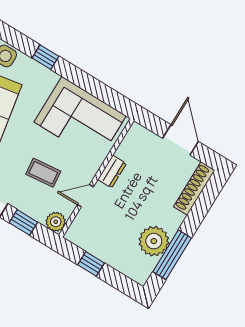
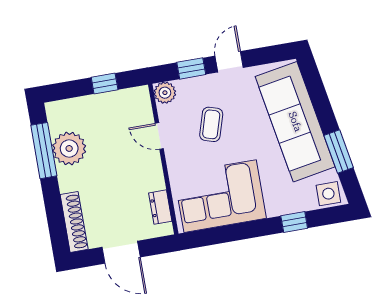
dresser: (112, 171) -> (160, 207), moved
coffee table: (43, 173) -> (211, 124), turned -67
door: (85, 196) -> (159, 136), swing flipped

